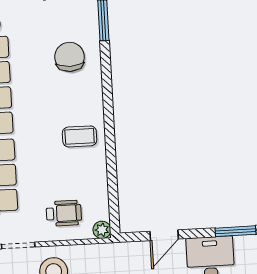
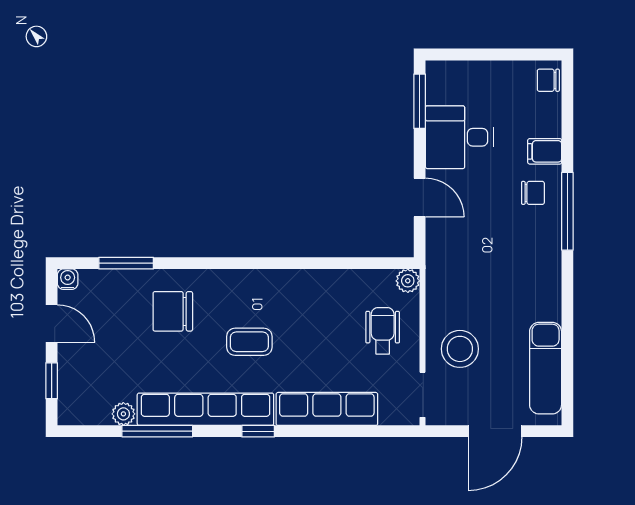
coffee table: (80, 136) -> (249, 342), moved, turned 90

